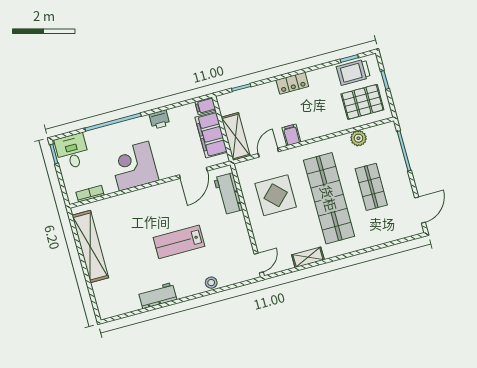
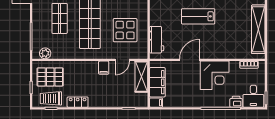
trolley: (353, 72) -> (51, 98), turned 180
locker: (292, 83) -> (78, 102), moved
printer: (159, 120) -> (236, 102), moved
plant: (358, 138) -> (45, 53), moved
door: (193, 173) -> (190, 60), moved
lab bench: (179, 242) -> (198, 16), turned 180

